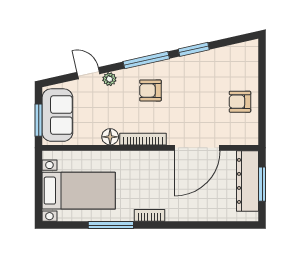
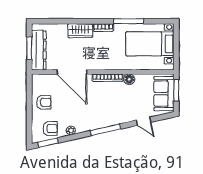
window: (194, 49) -> (48, 143), moved
plant: (109, 79) -> (71, 130), moved
armchair: (150, 90) -> (50, 128), moved
door: (197, 148) -> (72, 72), swing flipped
wardrobe: (185, 211) -> (80, 31), added

